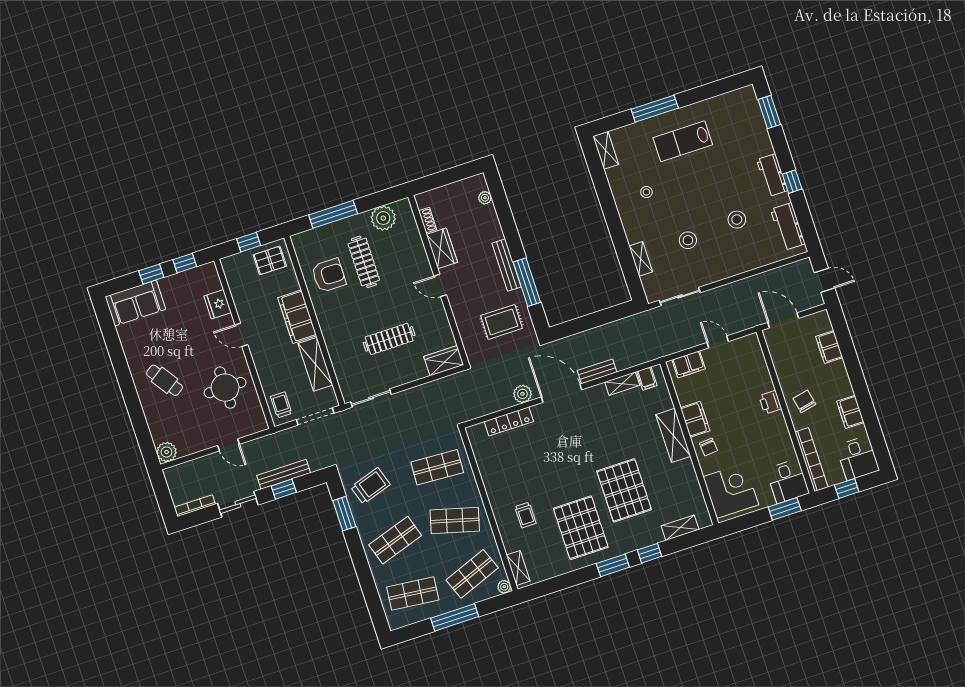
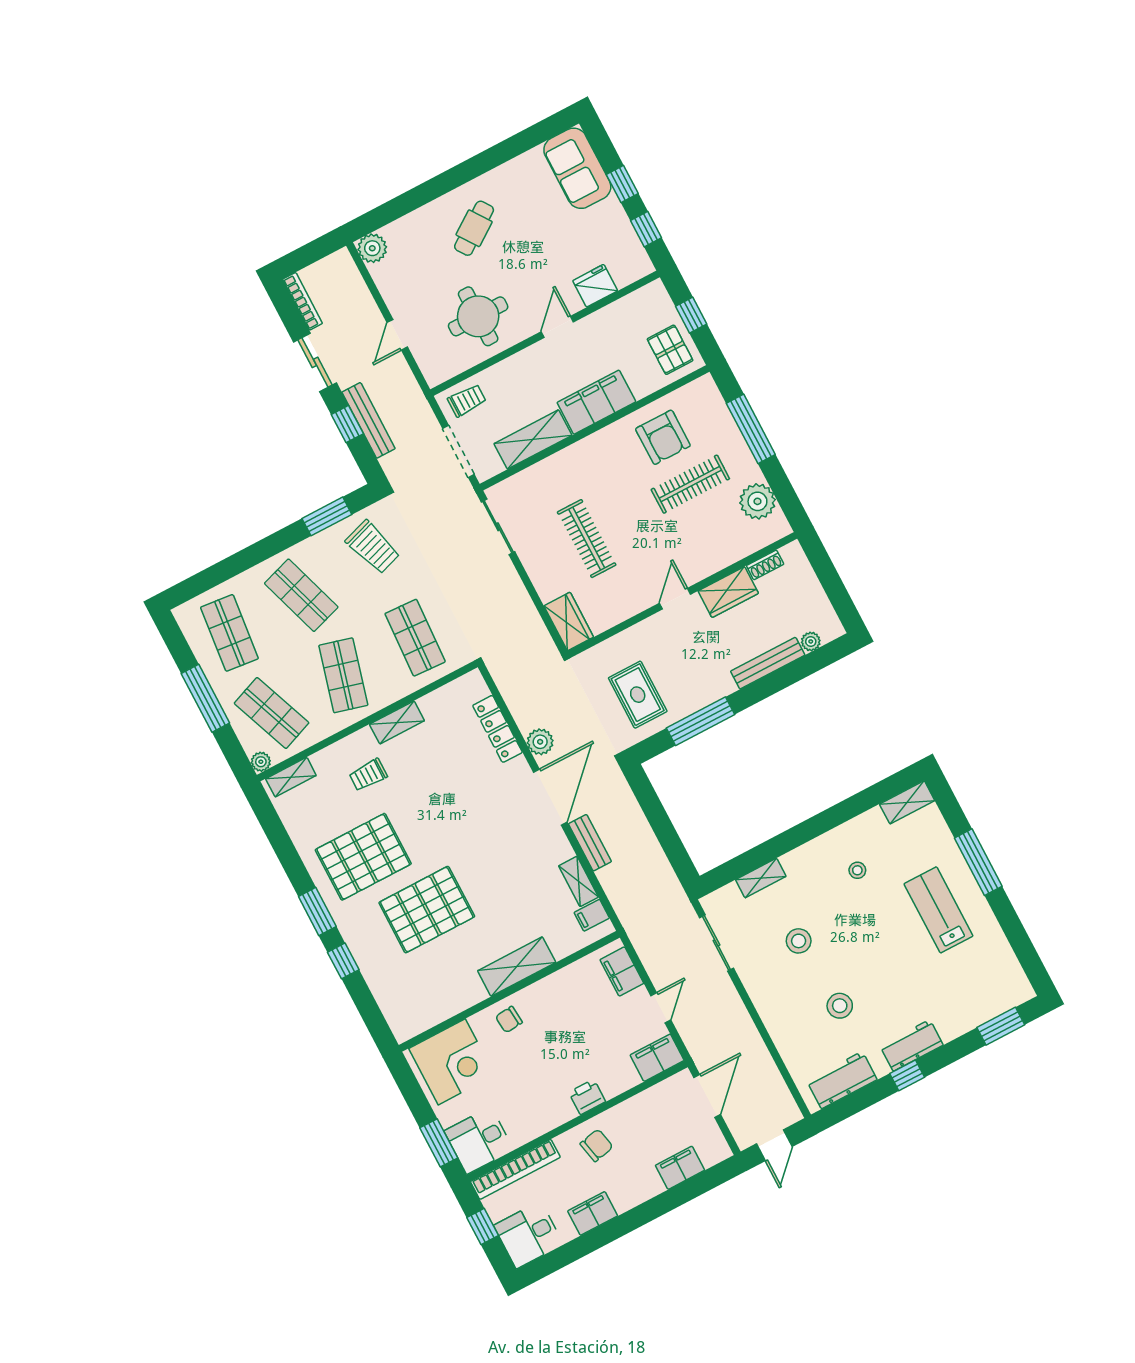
bench: (507, 265) -> (768, 663), moved
filing cabinet: (695, 419) -> (657, 1058), moved, turned 180
shelving: (680, 528) -> (397, 722), moved, turned 90

